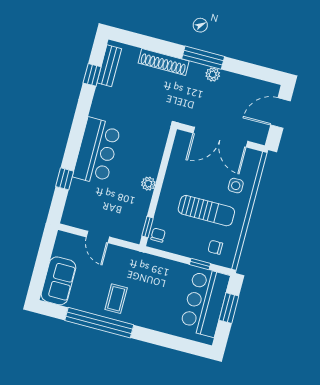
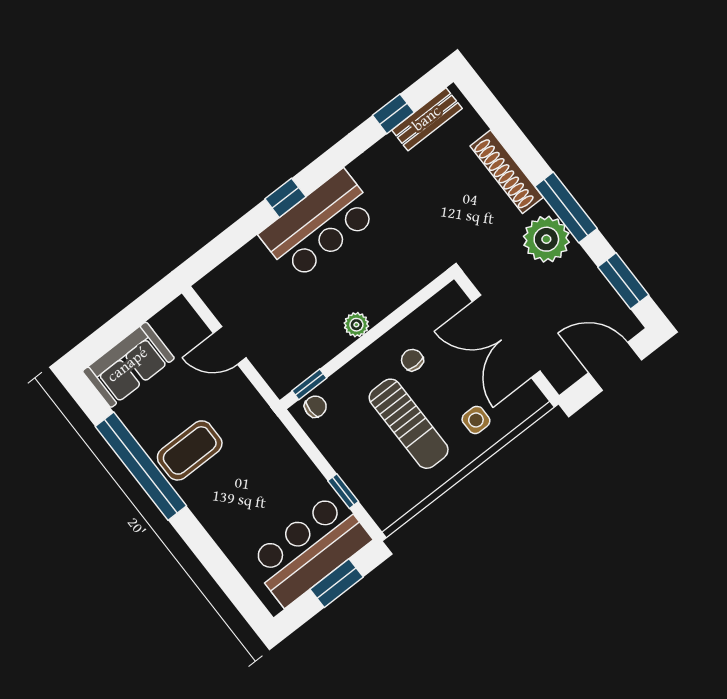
window: (255, 71) -> (623, 281), added
plant: (213, 74) -> (546, 239), width x1.88, depth x1.88
window: (65, 179) -> (285, 198), moved
door: (98, 237) -> (230, 345), hinge flipped
chair: (215, 247) -> (412, 360), moved
coffee table: (116, 299) -> (190, 450), width x1.36, depth x1.30

